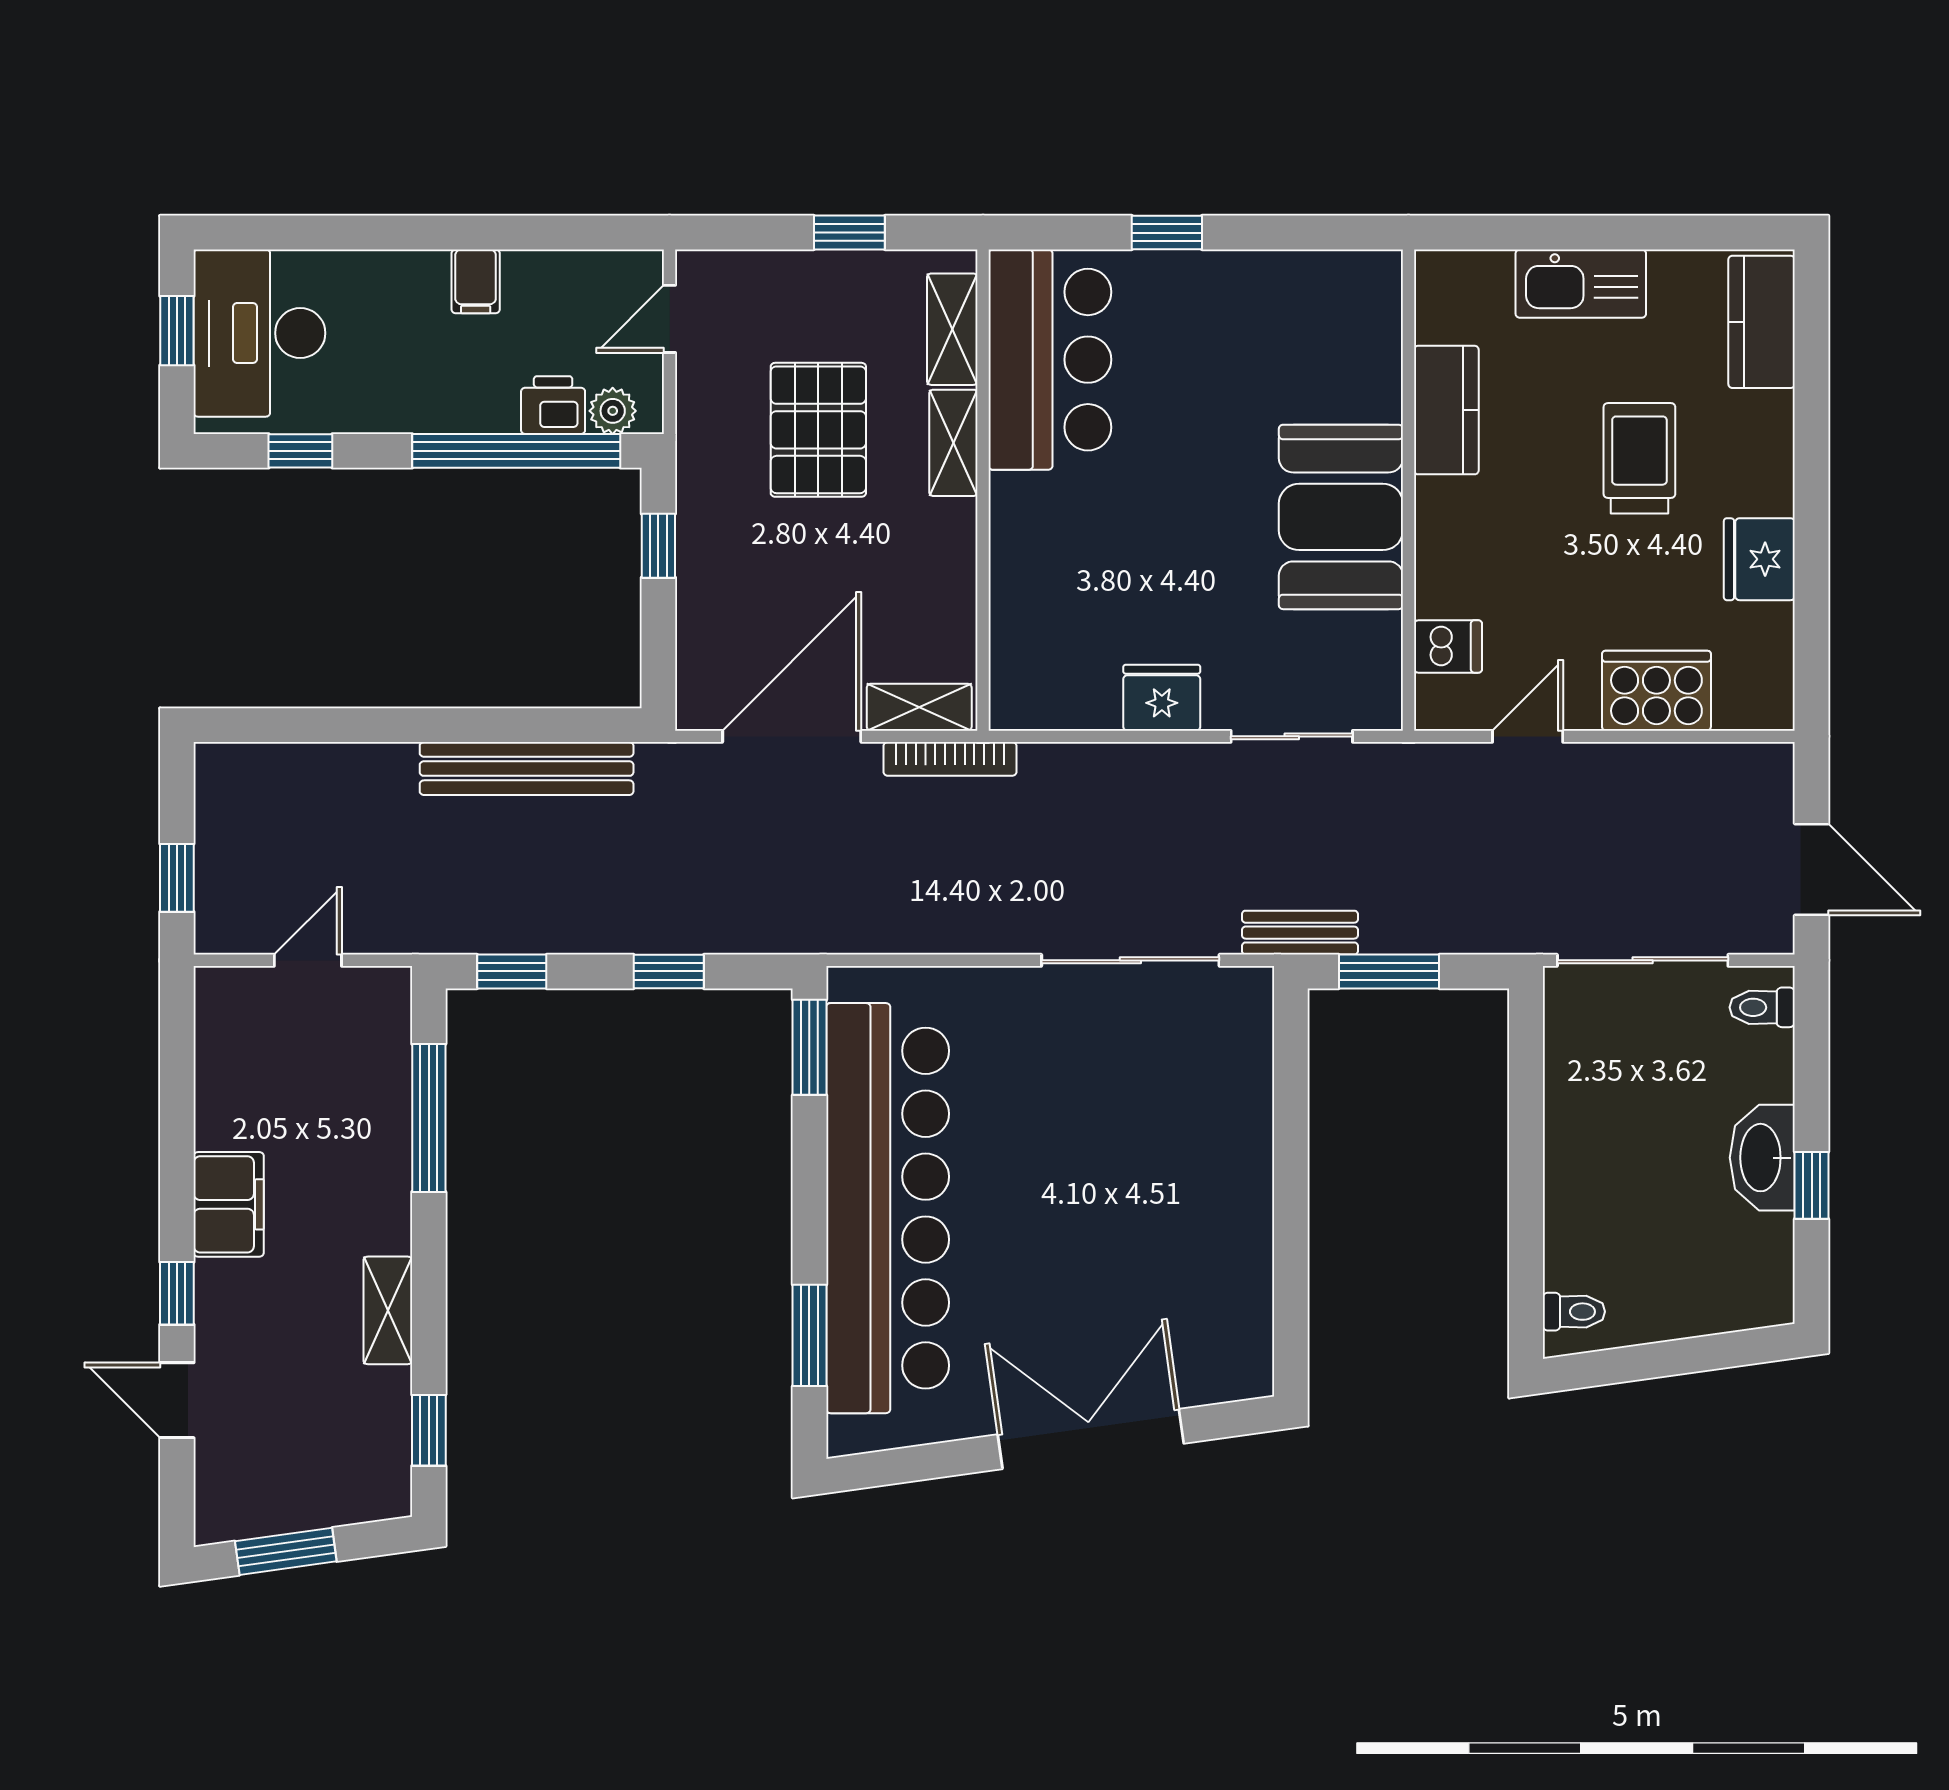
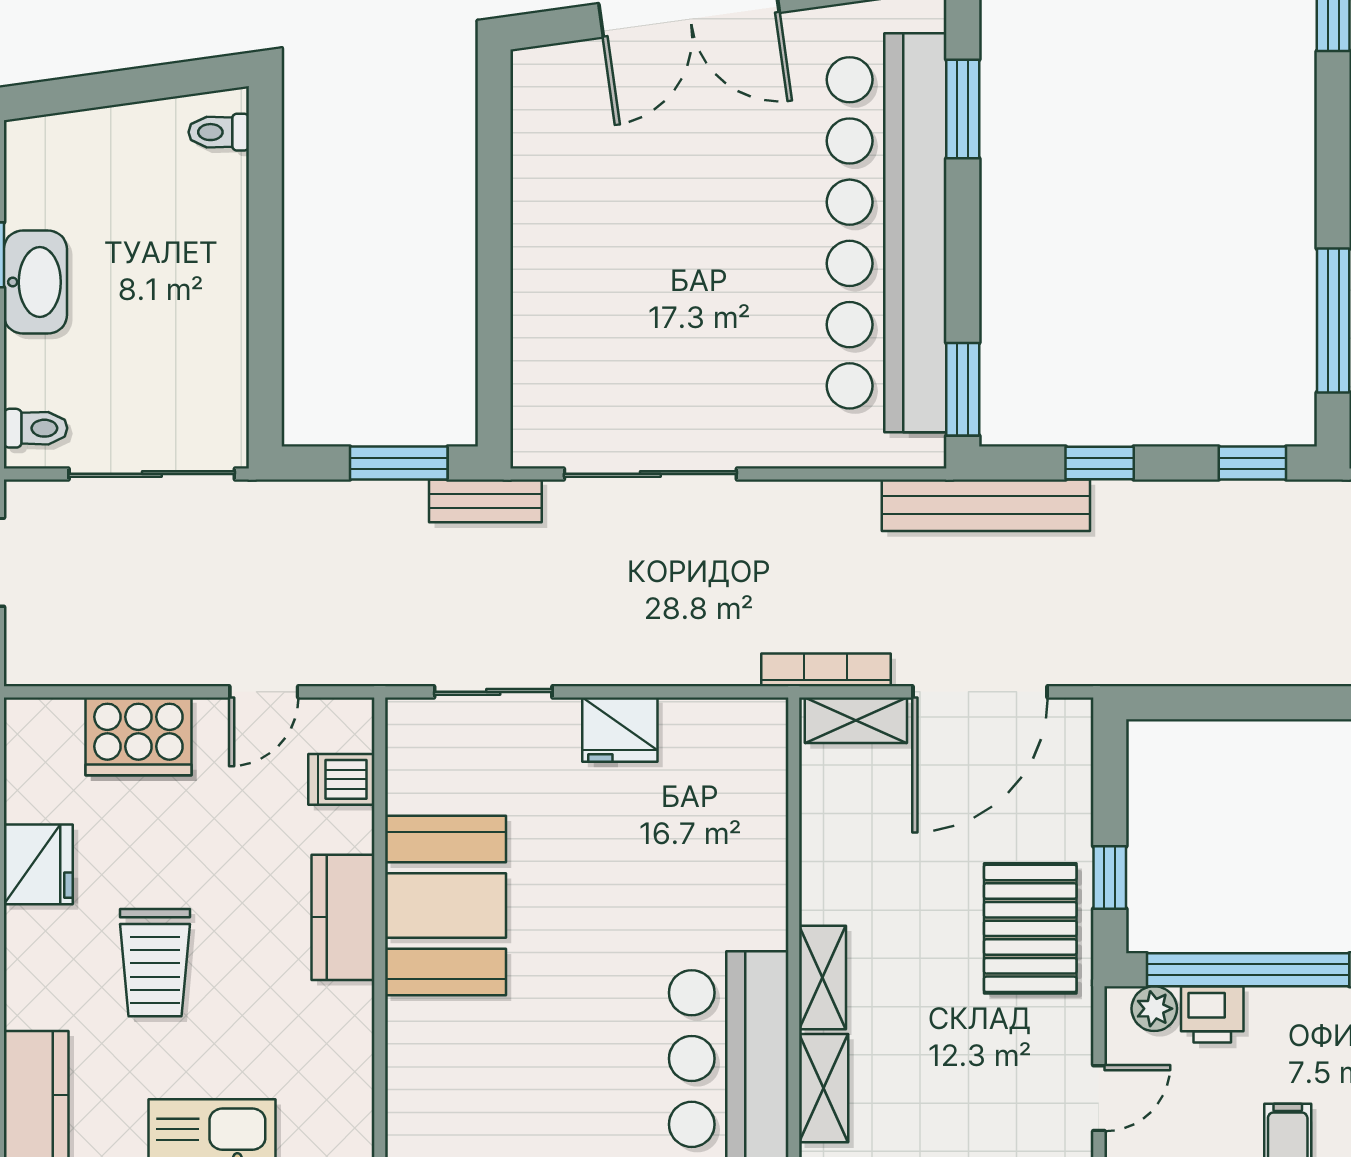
kitchen counter: (1446, 410) -> (343, 917), moved
pallet: (818, 430) -> (1030, 928), moved
bench: (527, 769) -> (986, 505), moved

